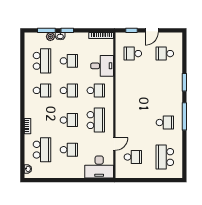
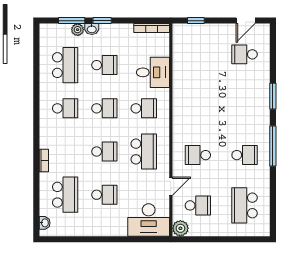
door: (152, 30) -> (246, 21), moved
school desk: (133, 54) -> (198, 155), moved
plant: (121, 173) -> (180, 228), added

